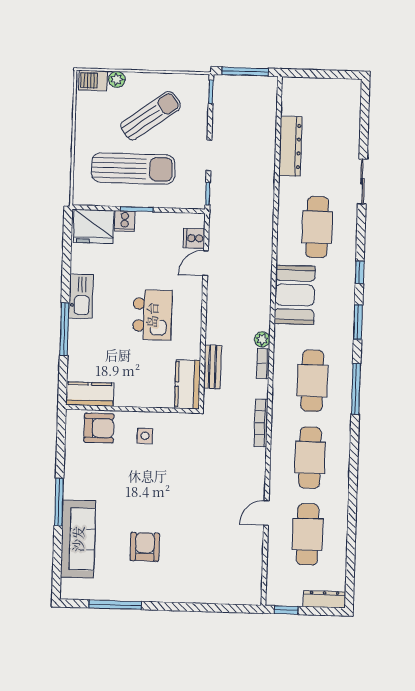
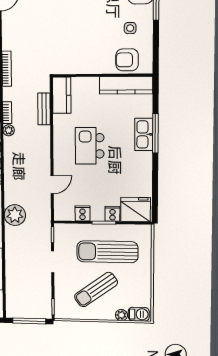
plant: (259, 222) -> (15, 215), added
cooker: (194, 238) -> (83, 213), moved, turned -90
kitchen sink: (81, 296) -> (144, 134), moved
kitchen counter: (90, 394) -> (126, 85), width x1.50
side table: (145, 436) -> (130, 28), moved

